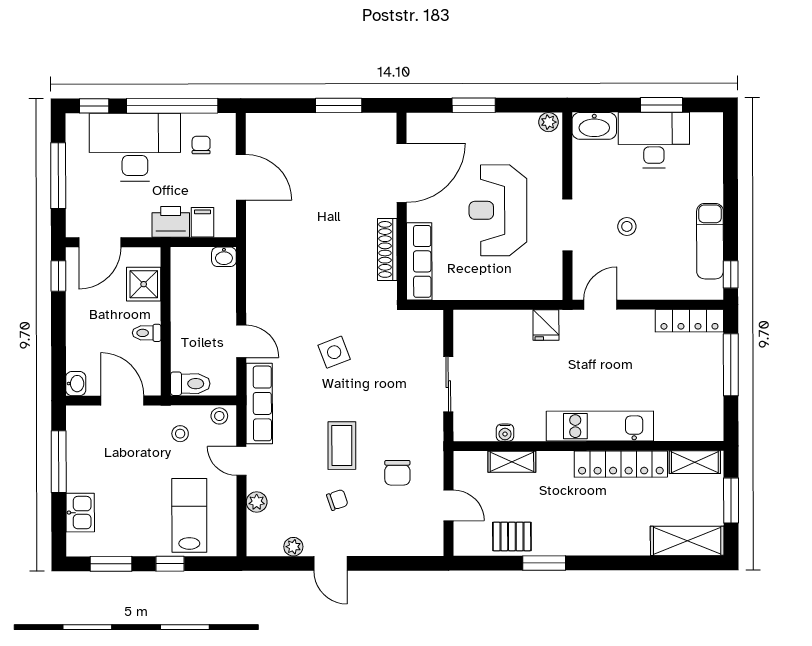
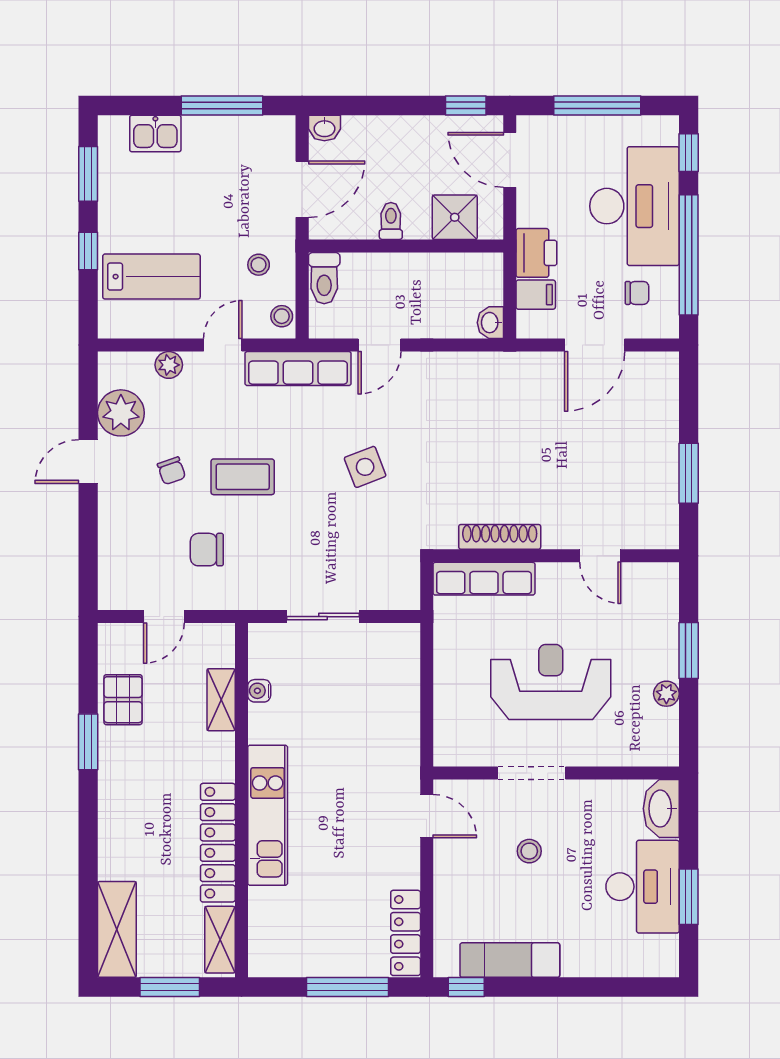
plant: (549, 122) -> (666, 694), moved
door: (402, 173) -> (600, 556), width x0.53
fridge: (546, 325) -> (400, 745), removed
plant: (293, 547) -> (121, 413), width x1.87, depth x1.87

